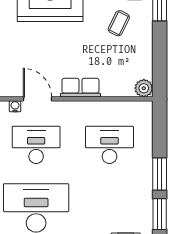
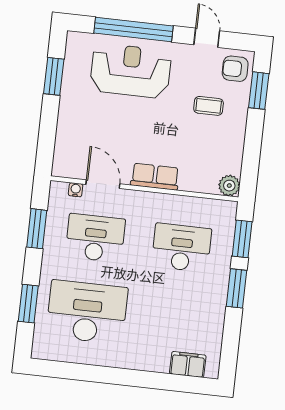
coffee table: (119, 23) -> (209, 106), turned 64
window: (160, 214) -> (242, 239), moved

